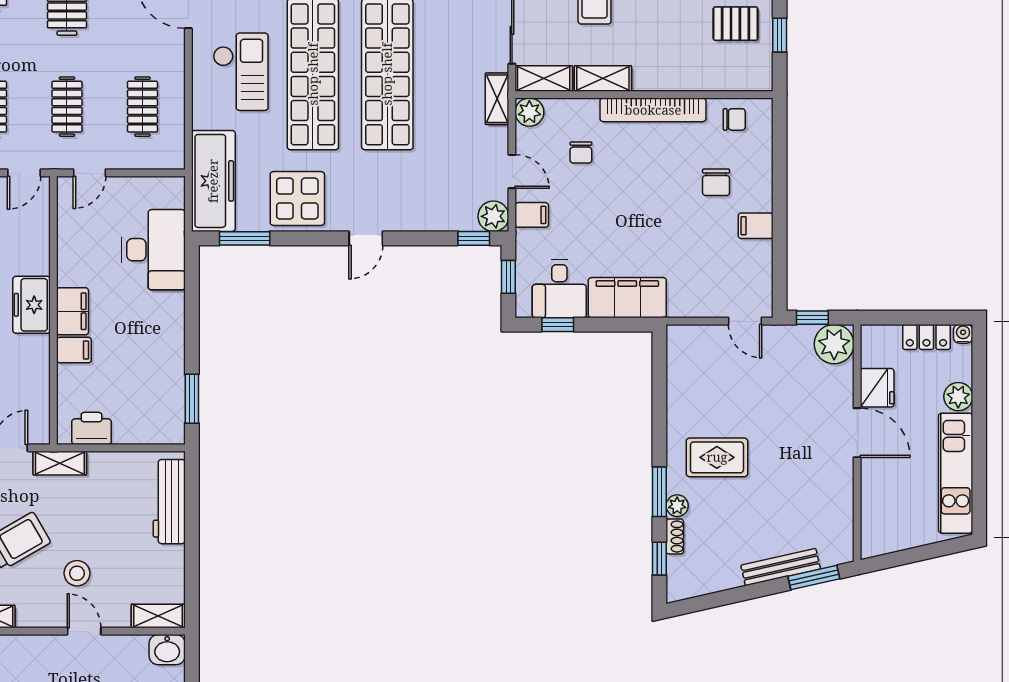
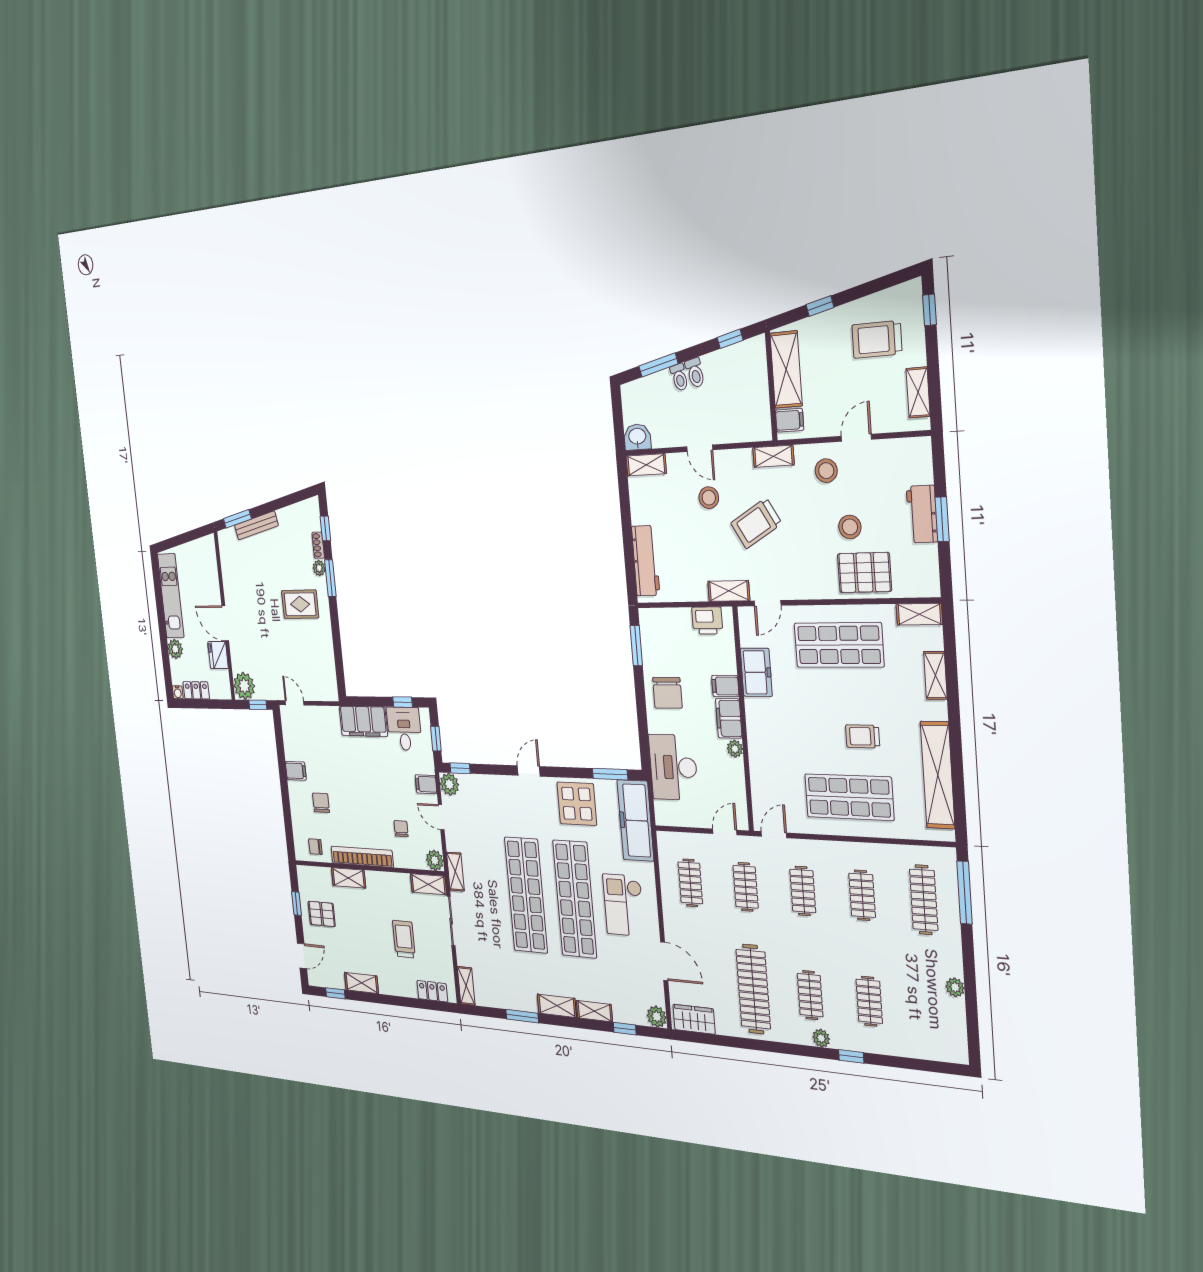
shelving: (603, 78) -> (349, 878), moved
plant: (67, 275) -> (735, 749), added
freezer: (32, 305) -> (756, 672), moved
chair: (154, 341) -> (667, 693), added

